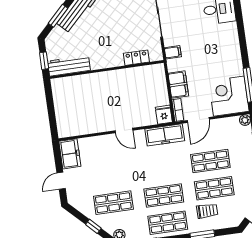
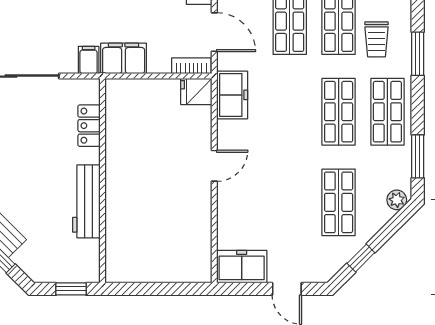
workbench: (69, 66) -> (86, 201), moved
filing cabinet: (178, 85) -> (124, 58), moved
freezer: (165, 135) -> (232, 95), width x0.71
trolley: (207, 211) -> (377, 39), turned 180
window: (93, 226) -> (361, 258), moved

